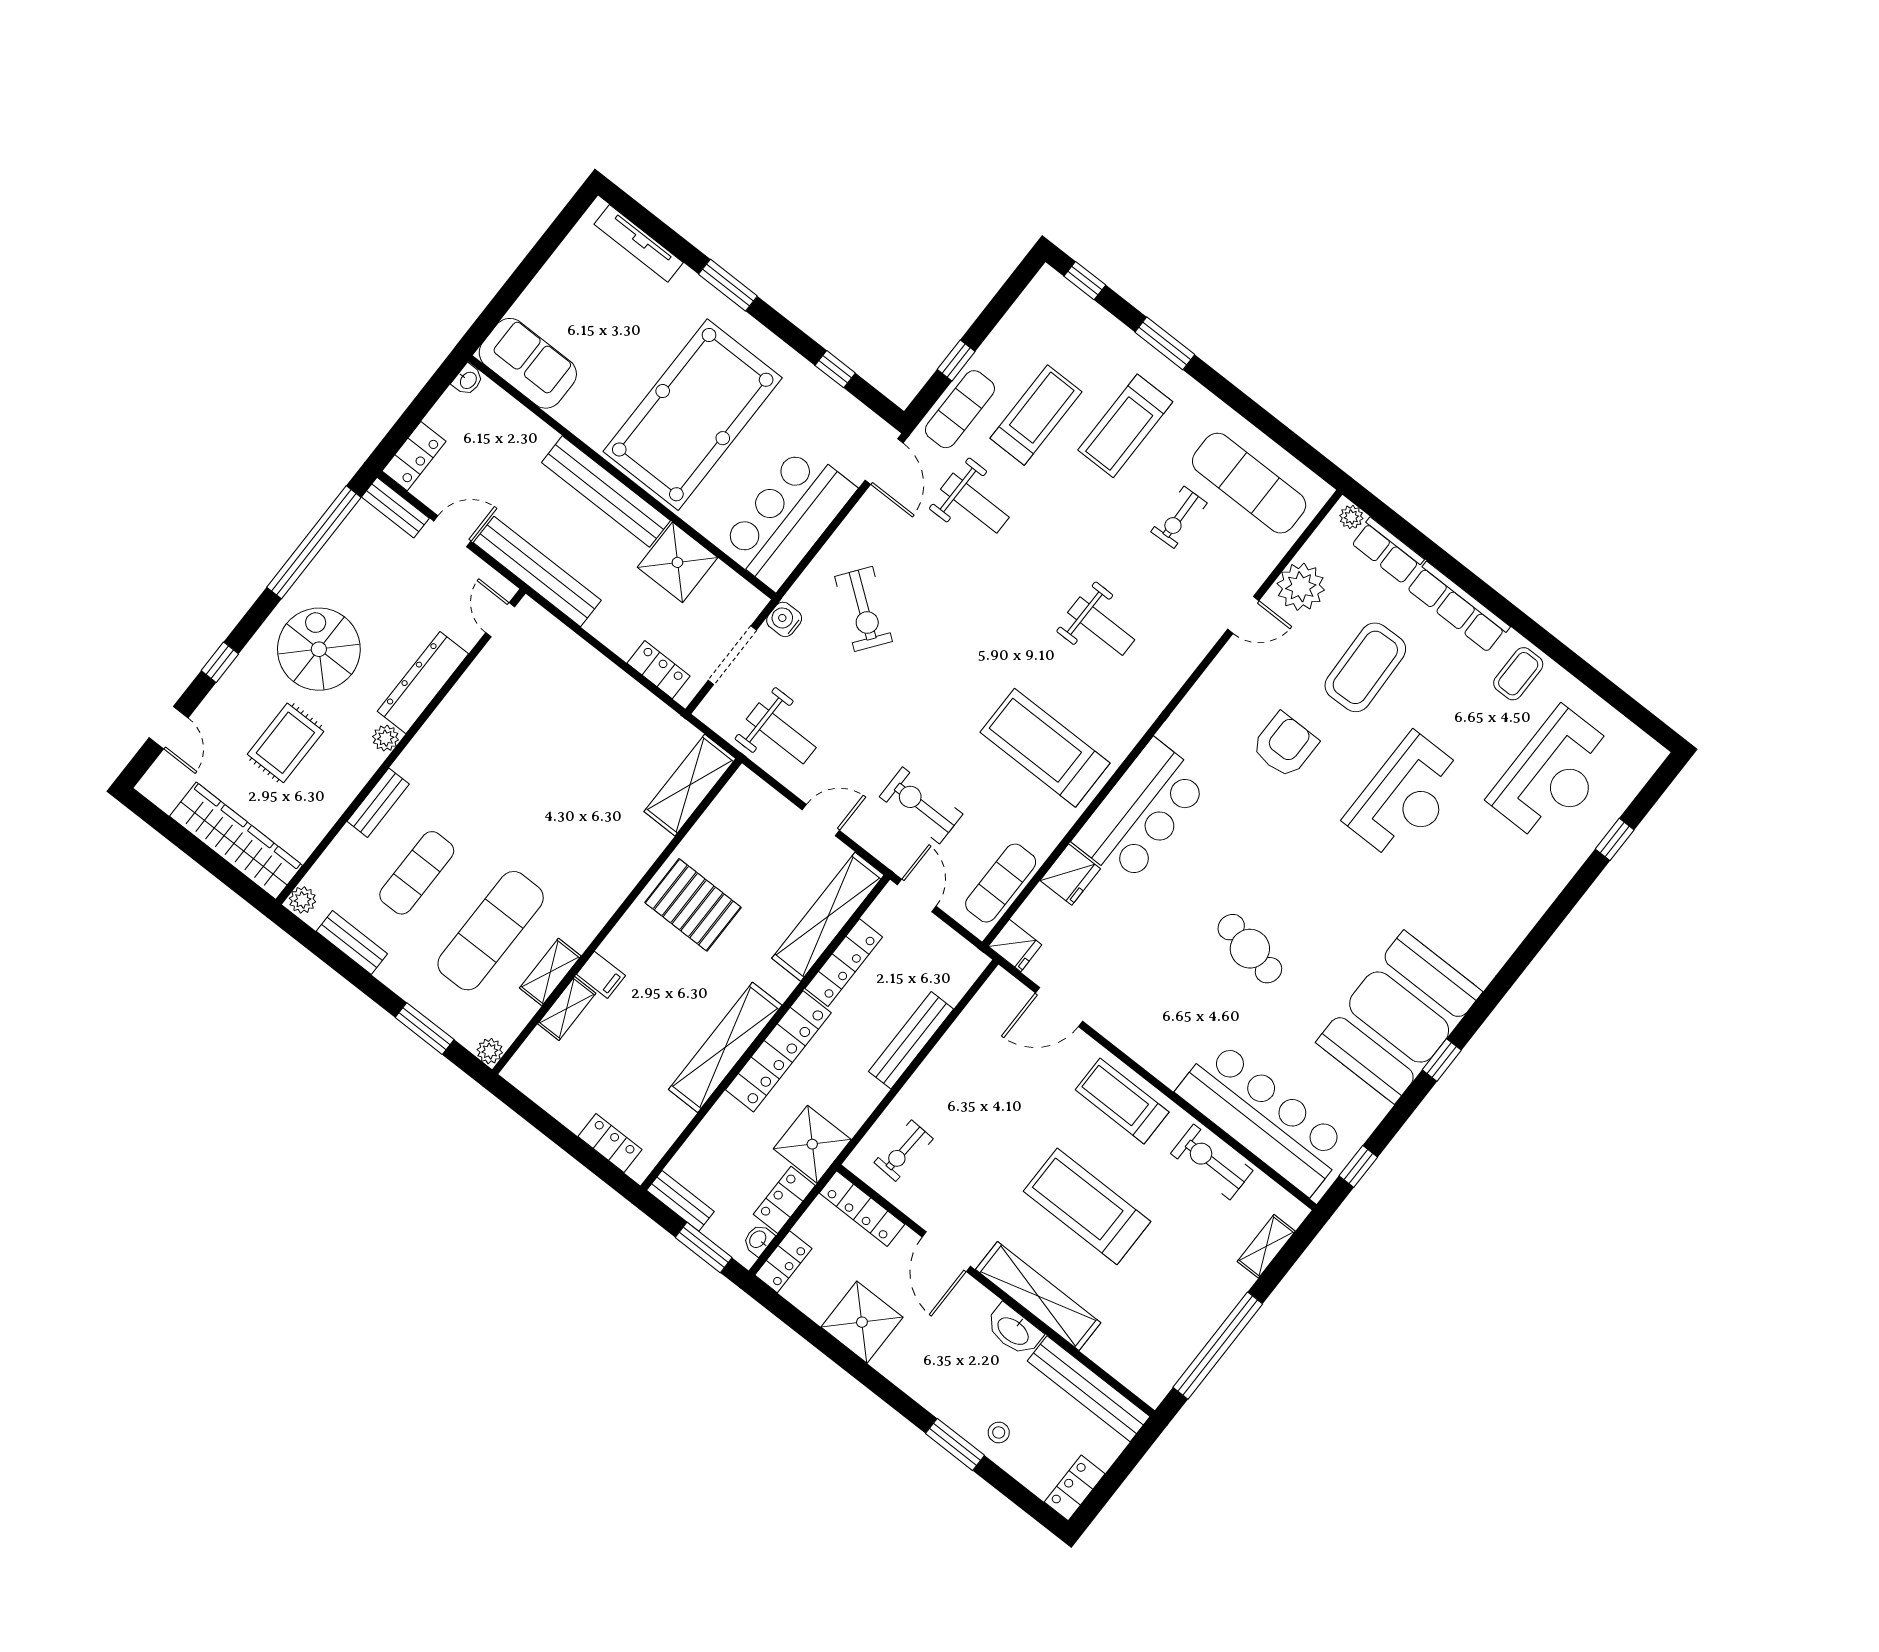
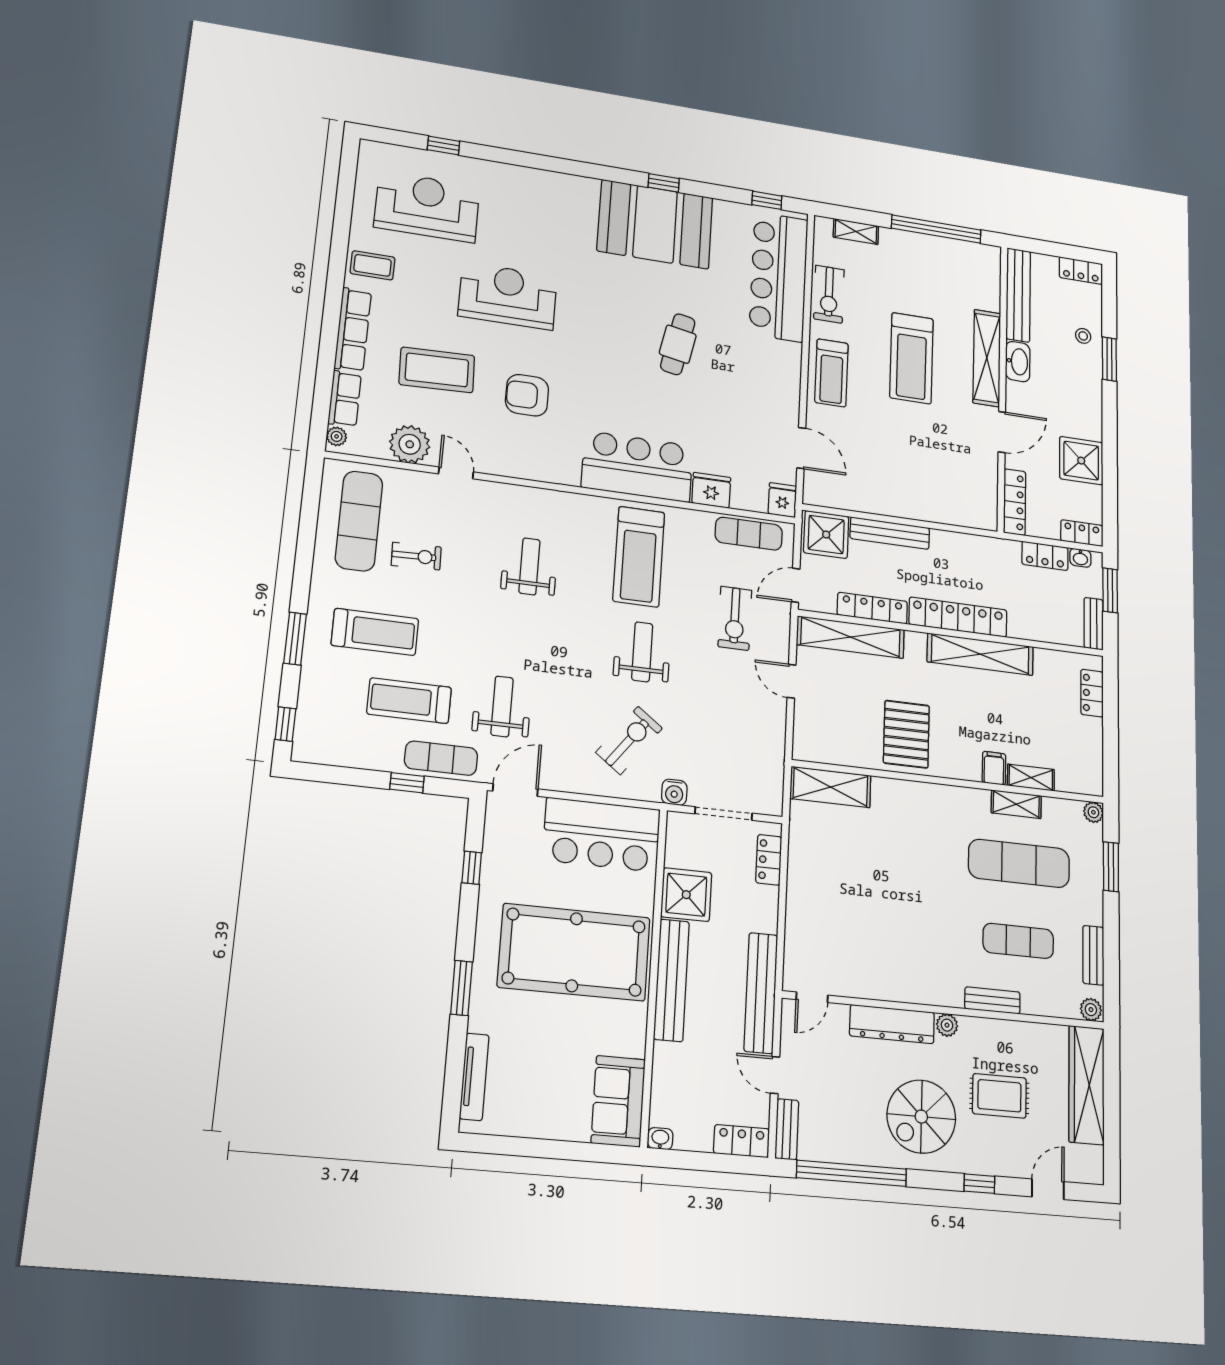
weight bench: (781, 733) -> (642, 652), moved
shower: (812, 1144) -> (826, 535), moved
exercise bike: (904, 1151) -> (961, 496), removed

